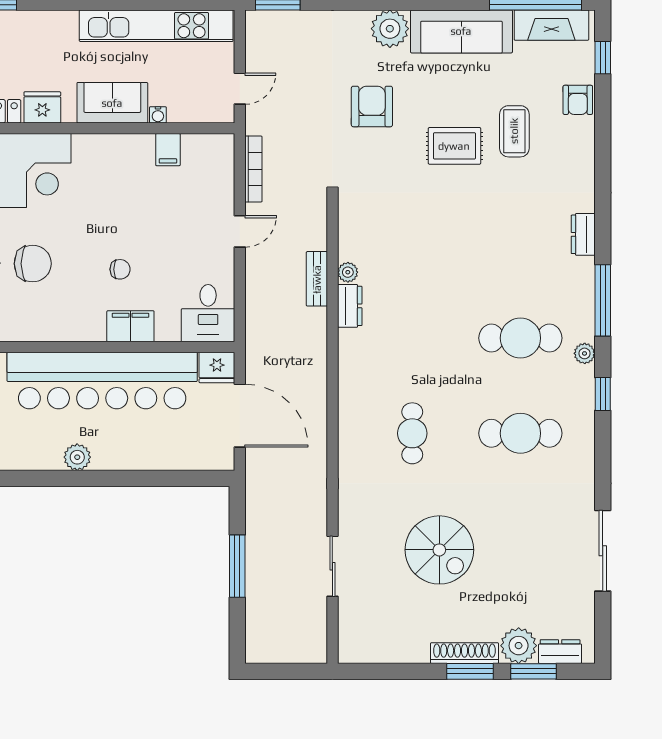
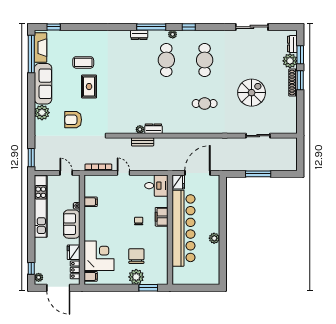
armchair: (578, 100) -> (71, 37), removed
dresser: (583, 234) -> (139, 35), moved

